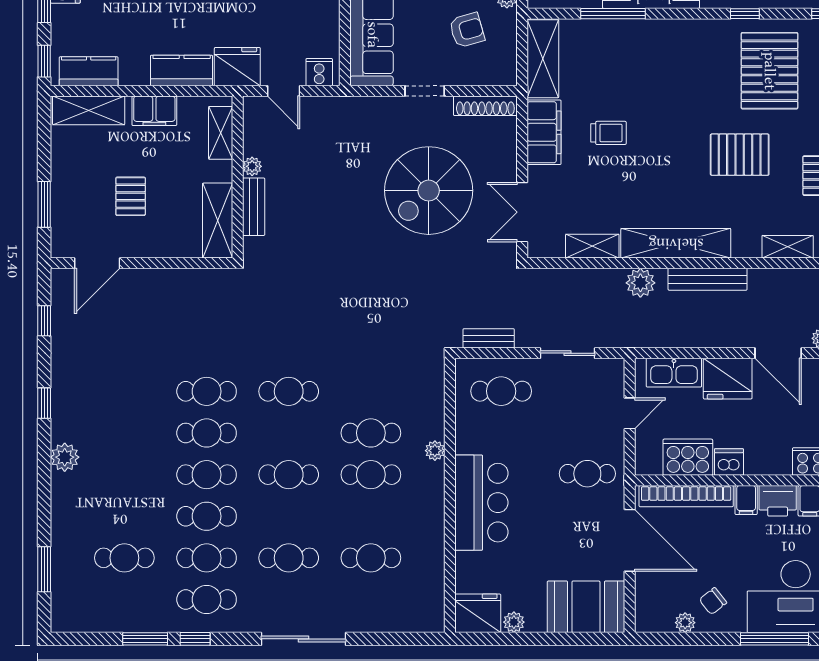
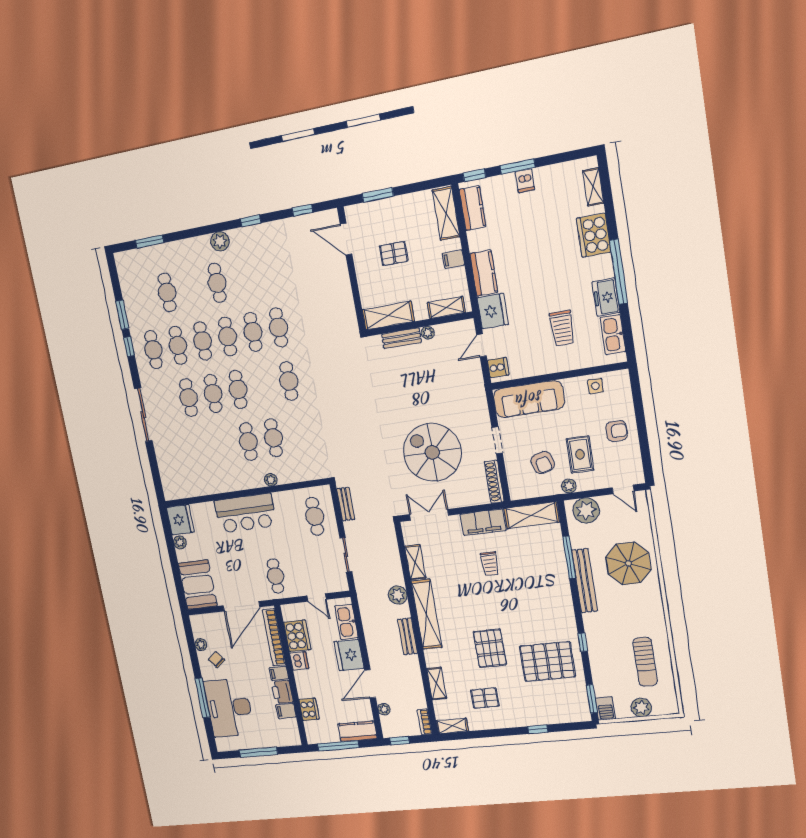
filing cabinet: (154, 111) -> (453, 259), width x0.50
bench: (708, 279) -> (408, 636), width x0.73
cafe table: (124, 475) -> (217, 283), added
cafe table: (371, 558) -> (213, 394), moved

